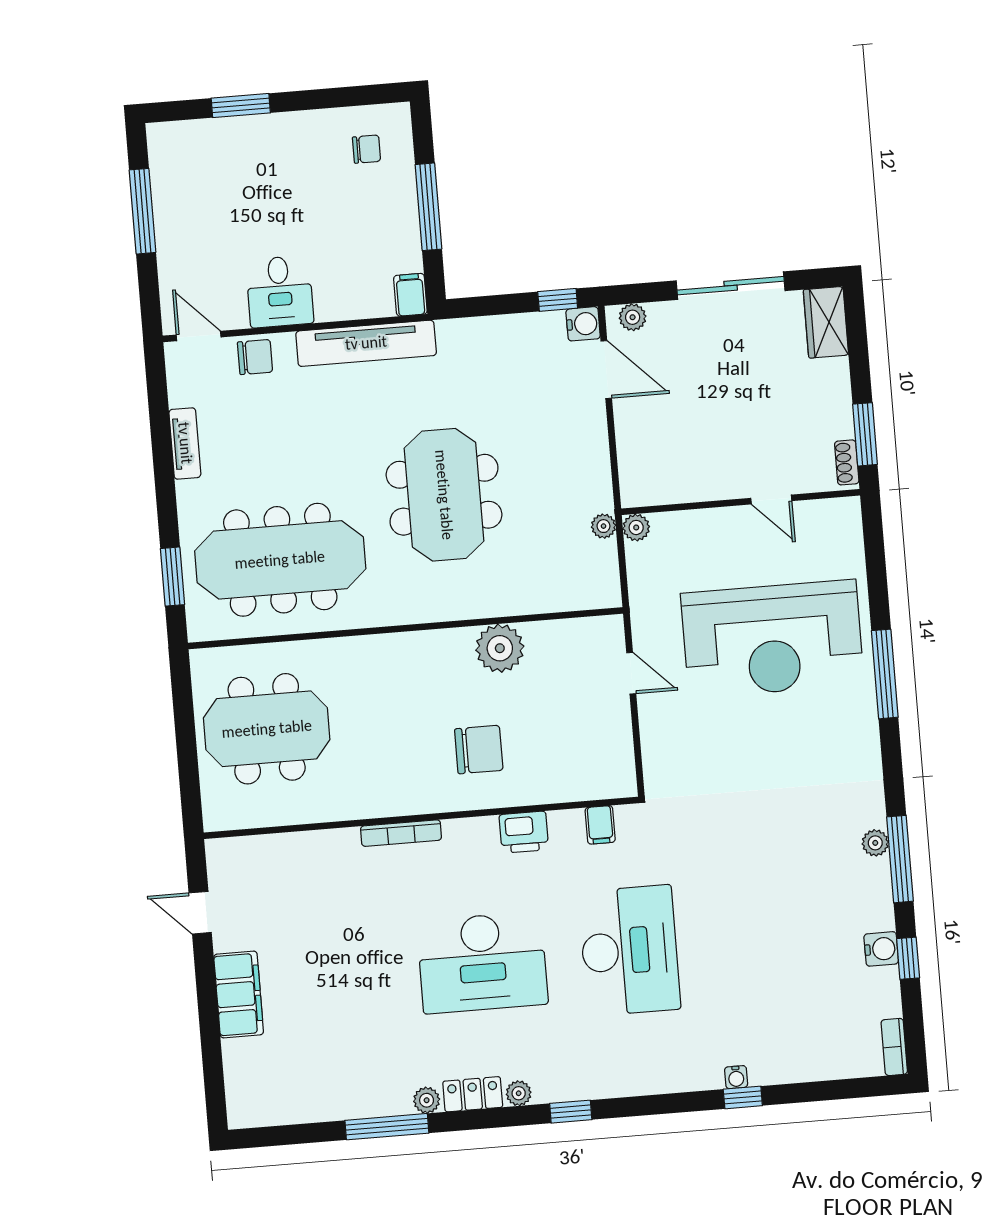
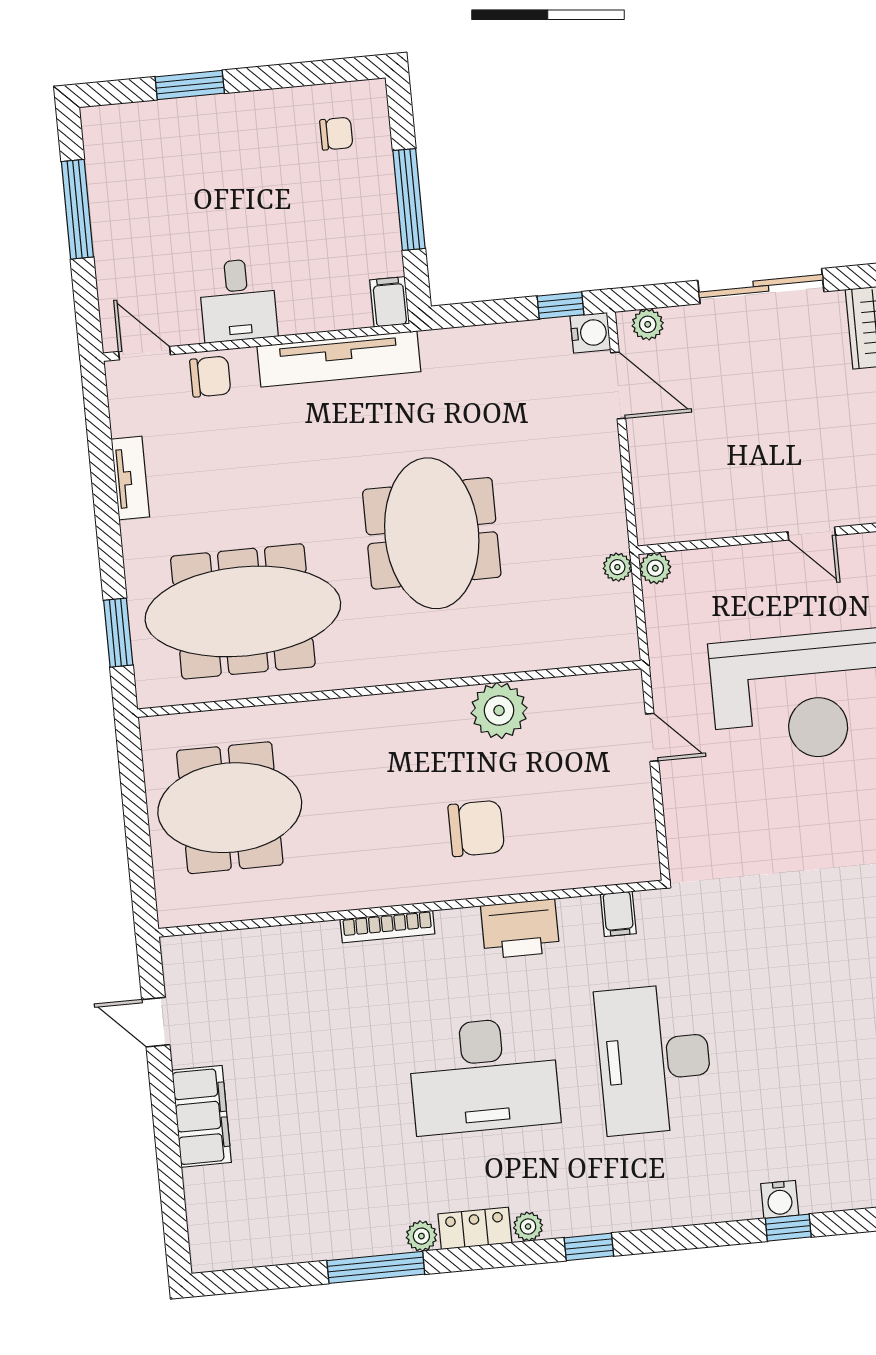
printer: (524, 832) -> (520, 929), width x1.37, depth x1.19
desk: (629, 950) -> (654, 1059), turned 180
water cooler: (736, 1077) -> (780, 1199), width x1.38, depth x1.38

